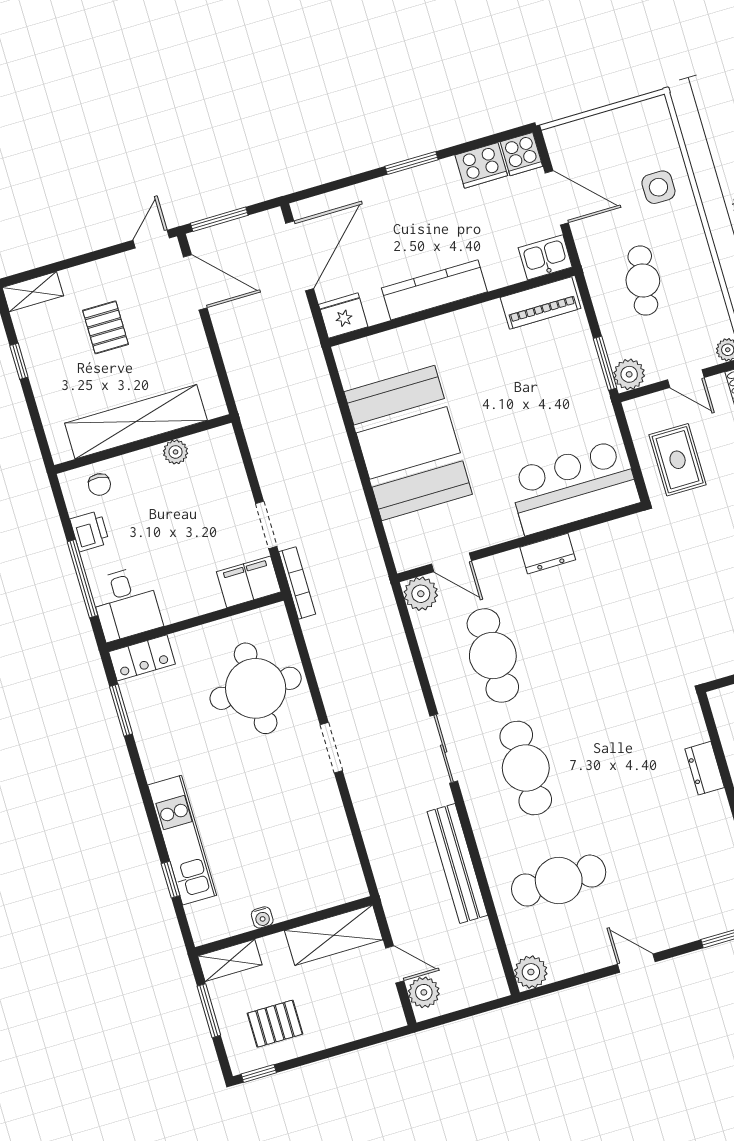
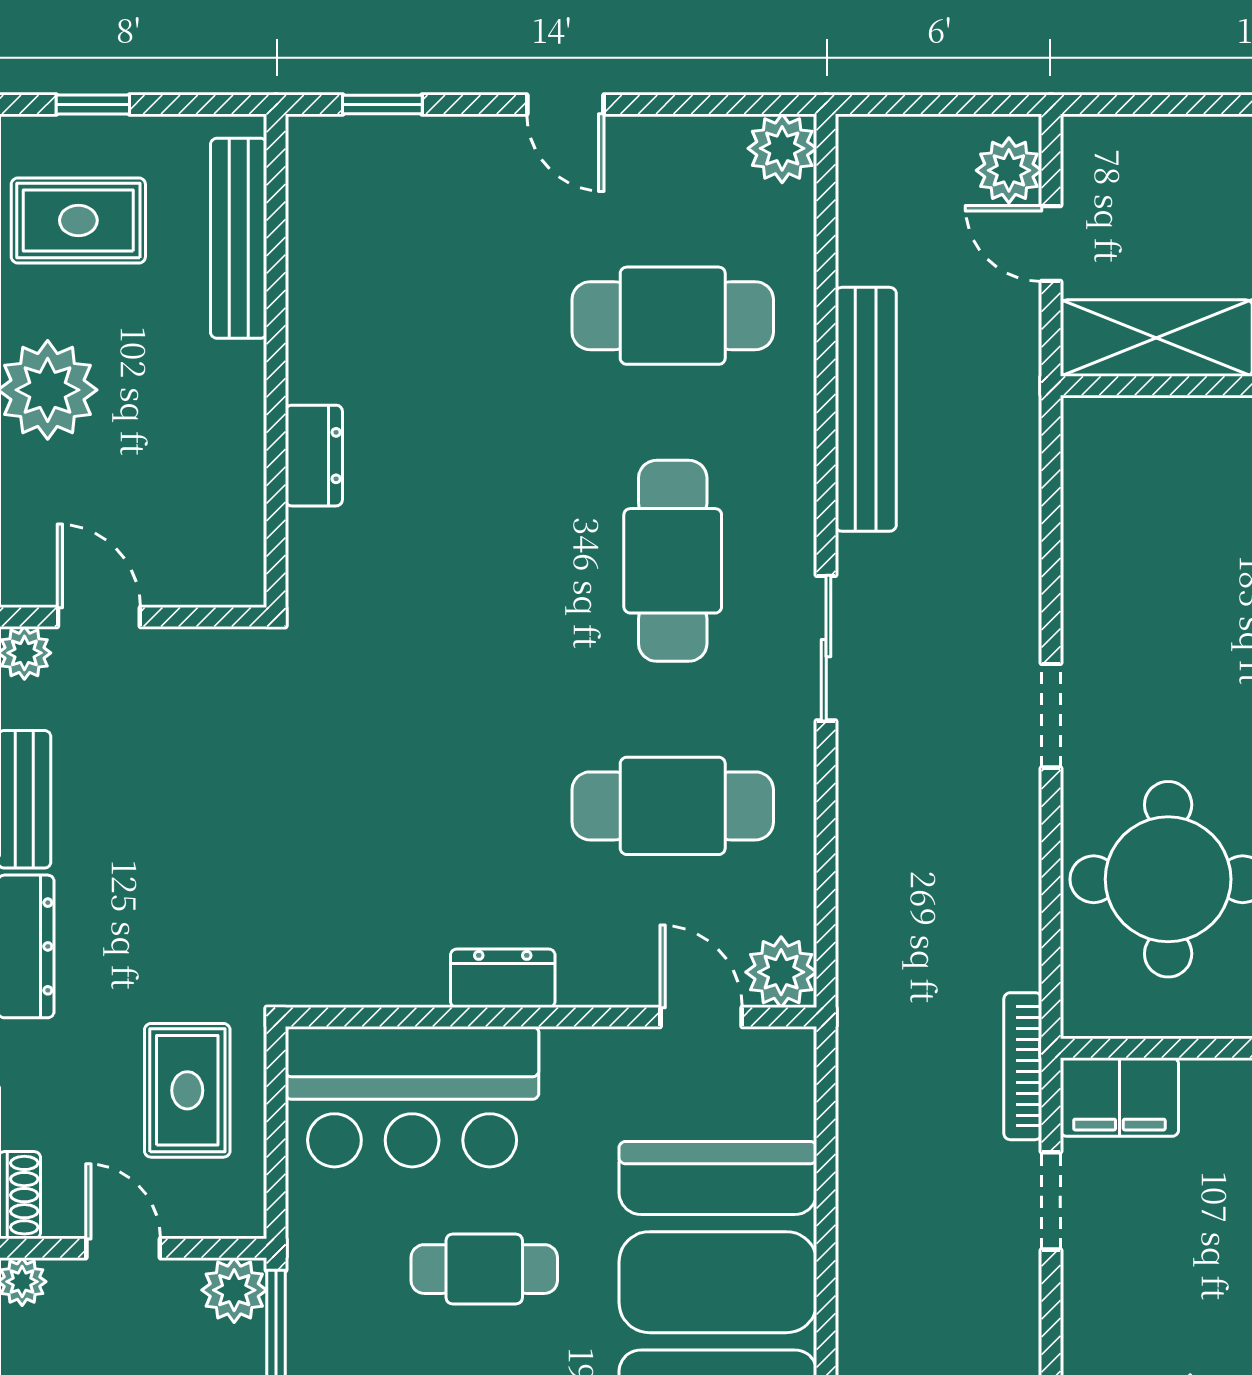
cafe table: (517, 418) -> (484, 1269), added
cafe table: (493, 655) -> (673, 806), turned 90

